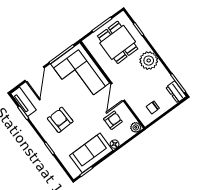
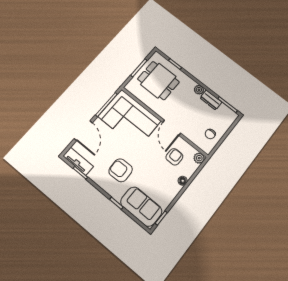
plant: (149, 61) -> (199, 90), width x0.53, depth x0.53
dresser: (176, 92) -> (211, 100), moved
sofa: (91, 153) -> (141, 207), moved, turned 90

